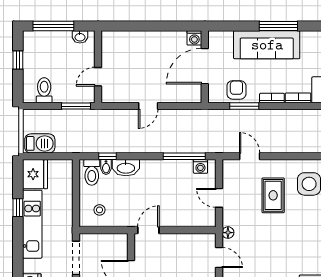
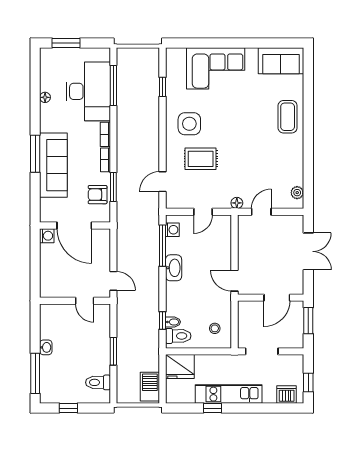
wall: (98, 67) -> (75, 301), moved
door: (98, 77) -> (85, 301), moved
washbasin: (126, 168) -> (174, 268), moved
fridge: (35, 174) -> (180, 367), moved, turned 180

